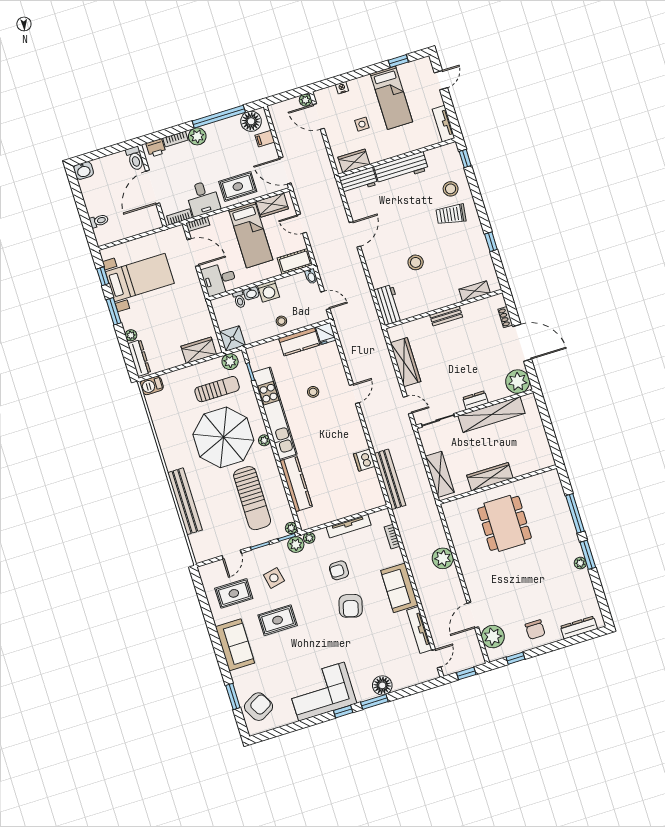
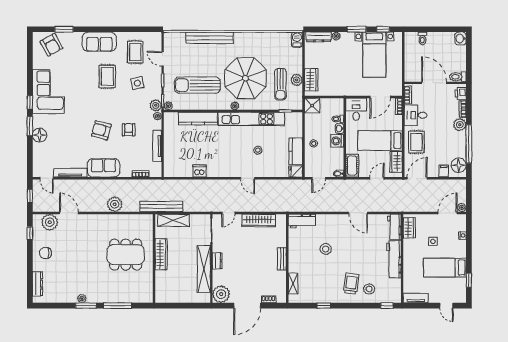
plant: (230, 362) -> (297, 80), moved
bench: (390, 479) -> (161, 207), moved

